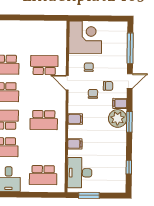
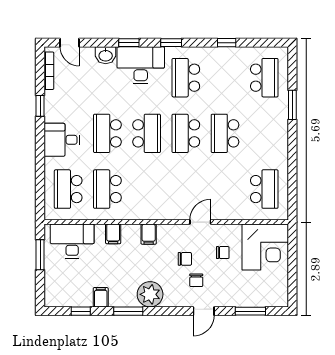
window: (130, 48) -> (250, 311), width x0.69
school desk: (44, 65) -> (264, 189), moved
door: (130, 81) -> (204, 311), hinge flipped
filing cabinet: (120, 103) -> (101, 297), moved
school desk: (44, 120) -> (107, 189), moved
window: (129, 122) -> (128, 311), moved

